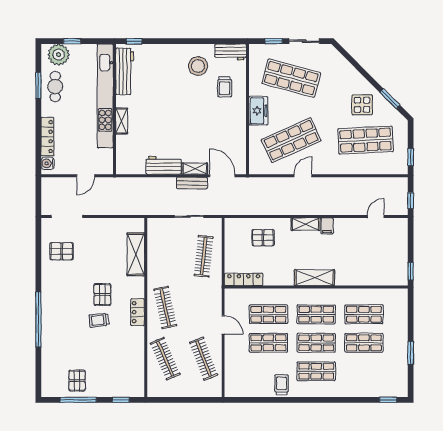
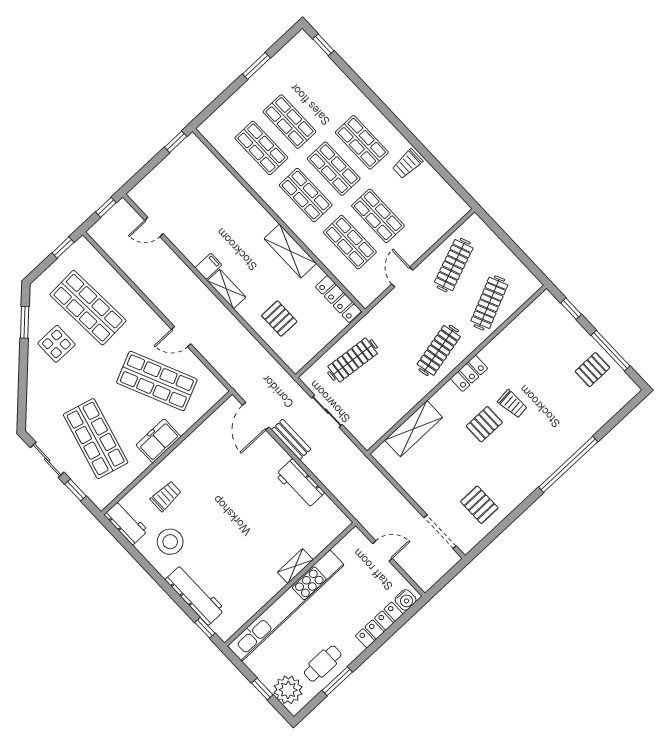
workbench: (125, 71) -> (195, 595), moved, turned 90
shelving: (195, 169) -> (274, 450), removed
shelving: (314, 278) -> (290, 251), moved

